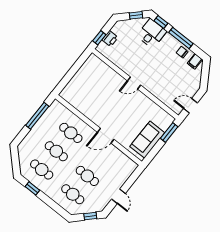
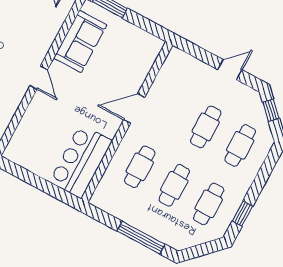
bar counter: (80, 99) -> (81, 161), added
window: (37, 116) -> (141, 238), moved
door: (106, 136) -> (134, 109), swing flipped
sofa: (147, 140) -> (80, 41), moved, turned -90

